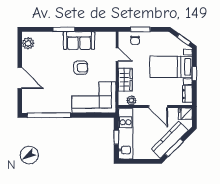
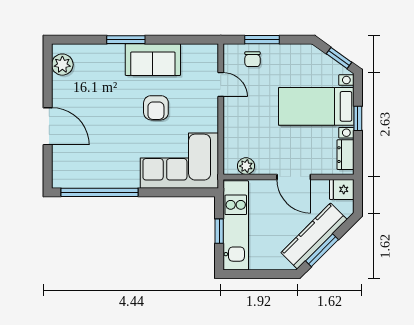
armchair: (81, 68) -> (156, 108), turned 90
wardrobe: (125, 80) -> (235, 129), removed

